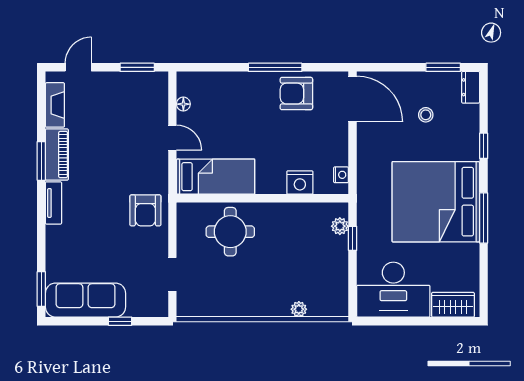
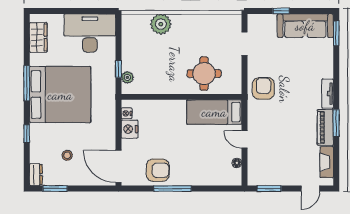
nightstand: (300, 183) -> (129, 129), moved, turned -90
wardrobe: (453, 305) -> (38, 37), moved, turned -90
plant: (299, 309) -> (161, 24), width x1.88, depth x1.88

